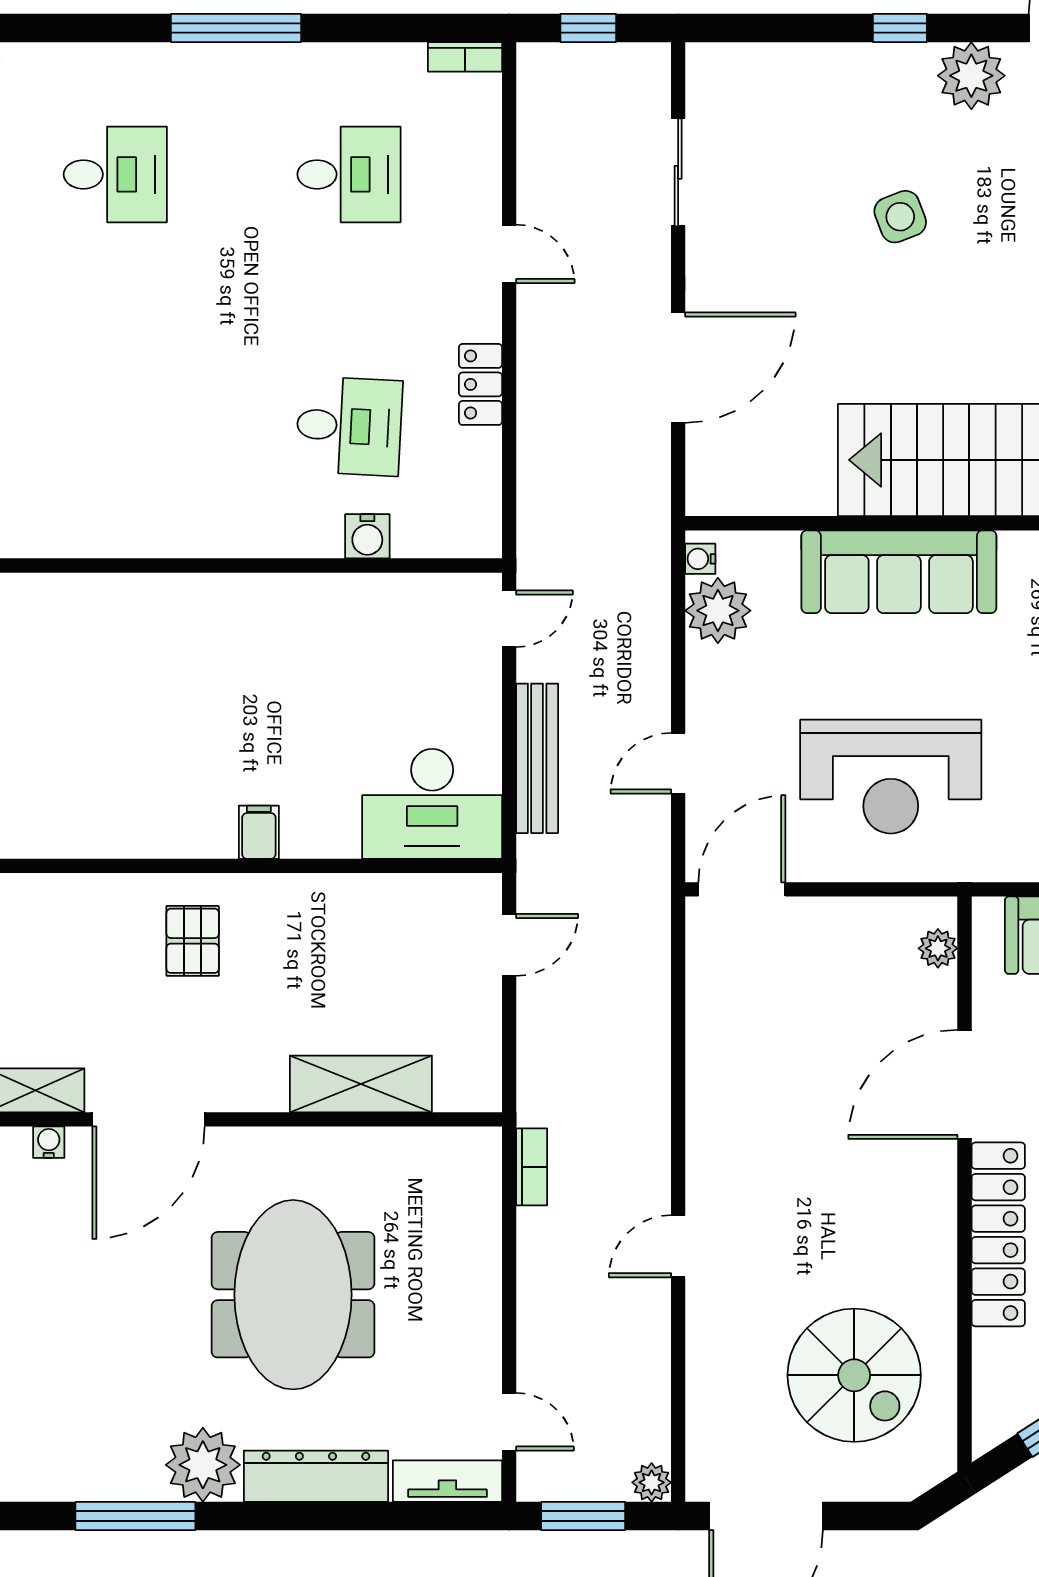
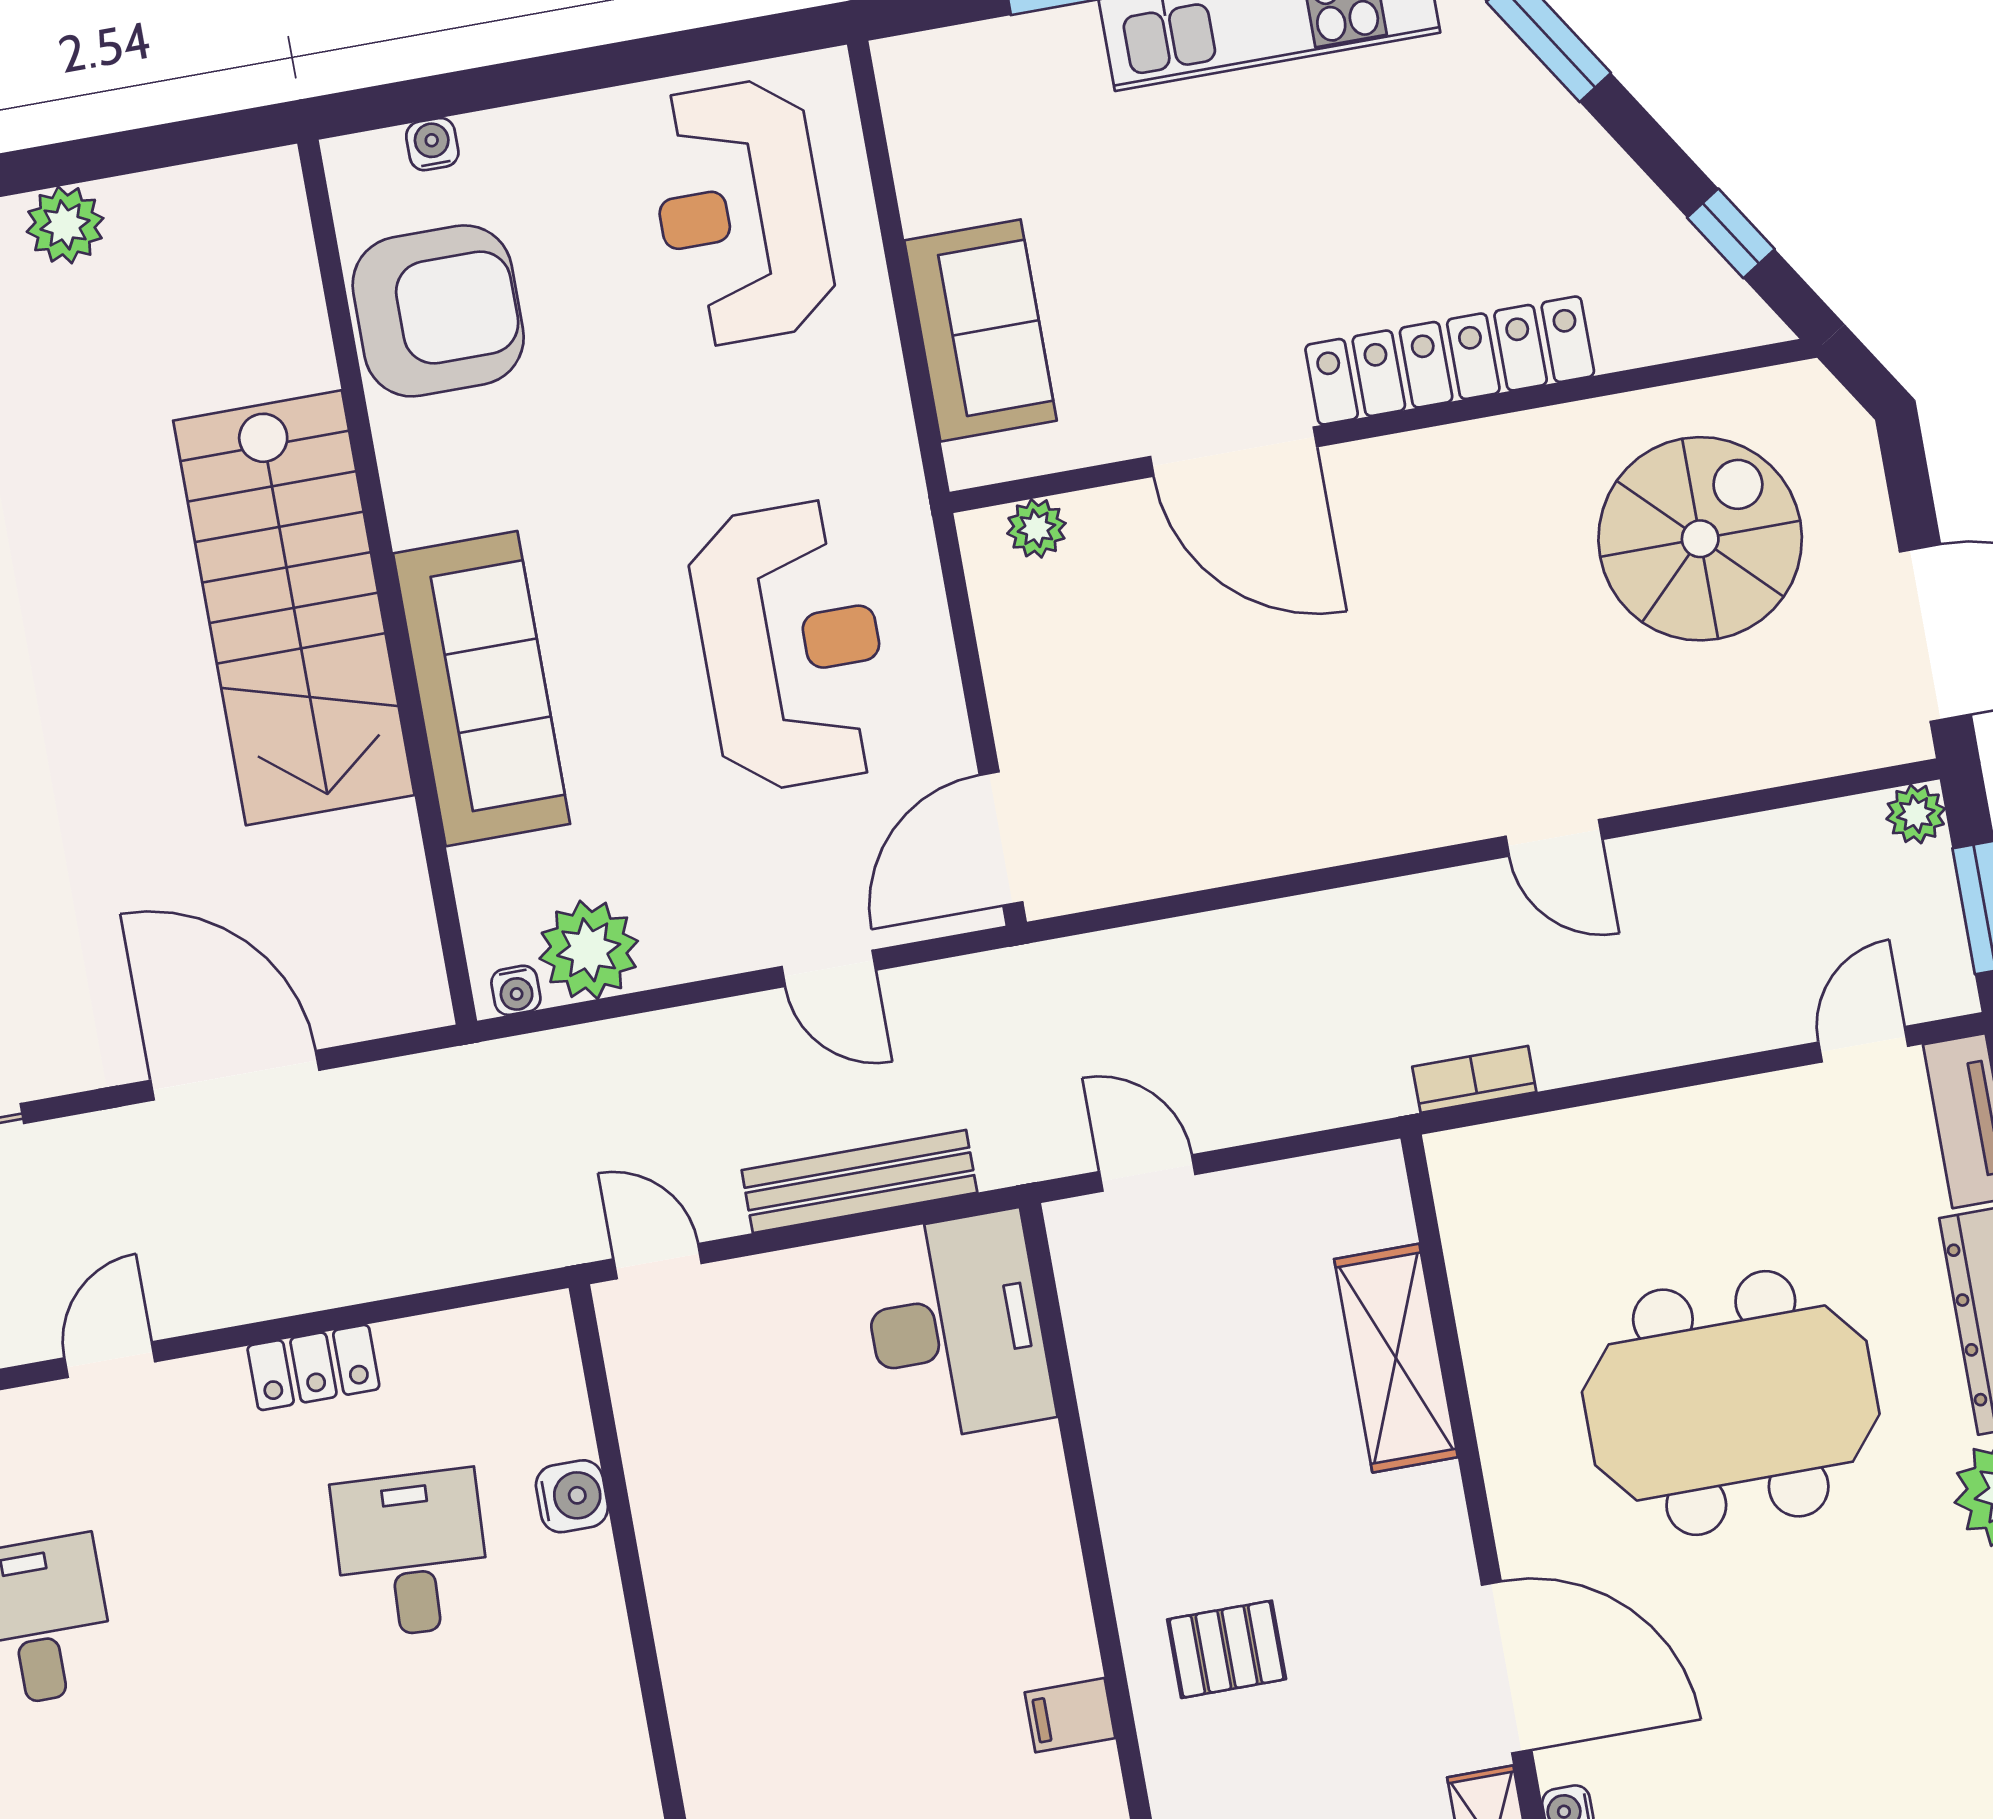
filing cabinet: (259, 832) -> (1070, 1715), moved
door: (742, 889) -> (1001, 839), hinge flipped

